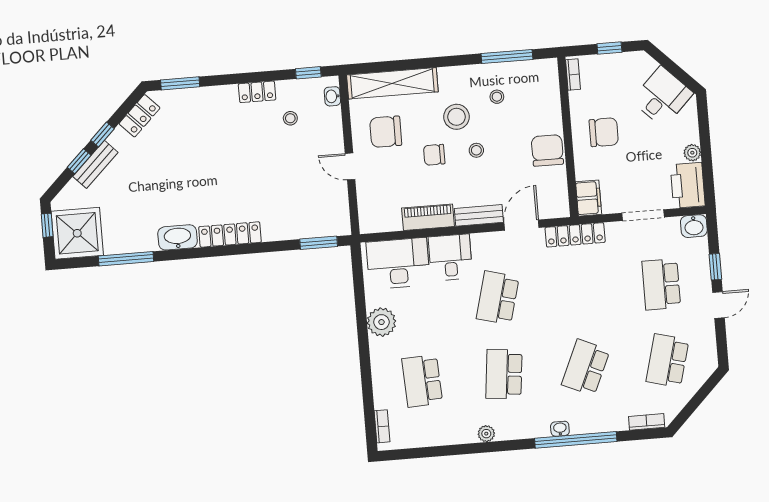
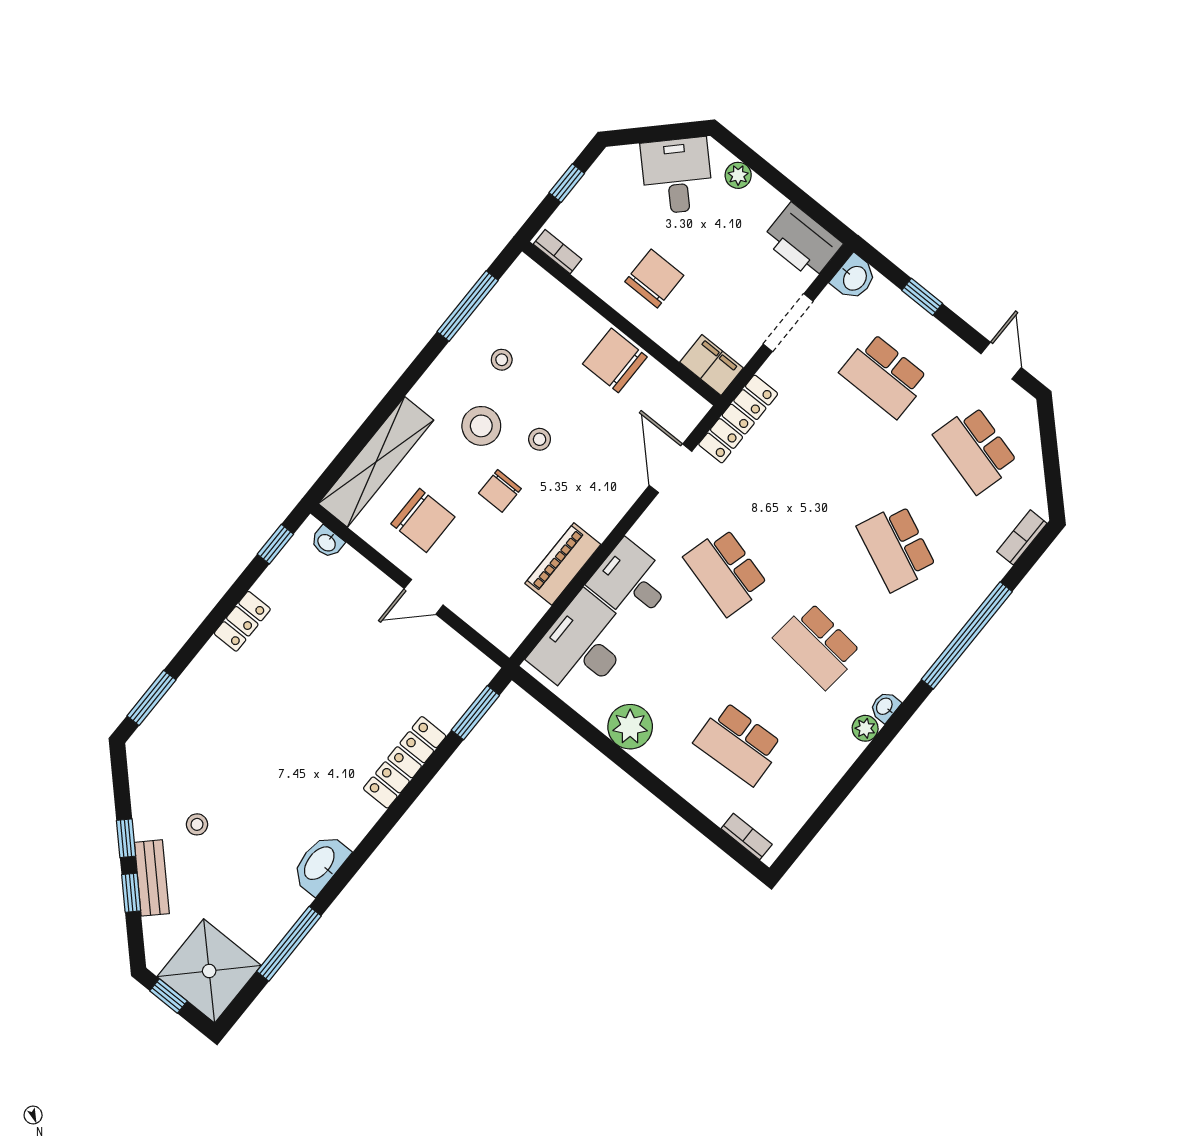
locker: (140, 116) -> (144, 777), removed
stool: (290, 118) -> (197, 824), moved
chair: (386, 132) -> (423, 520), turned -90
plant: (692, 153) -> (738, 175), moved
bench: (479, 215) -> (615, 505), removed
locker: (230, 234) -> (405, 762), moved
door: (719, 305) -> (1001, 361), moved
washbasin: (560, 429) -> (885, 707), moved

